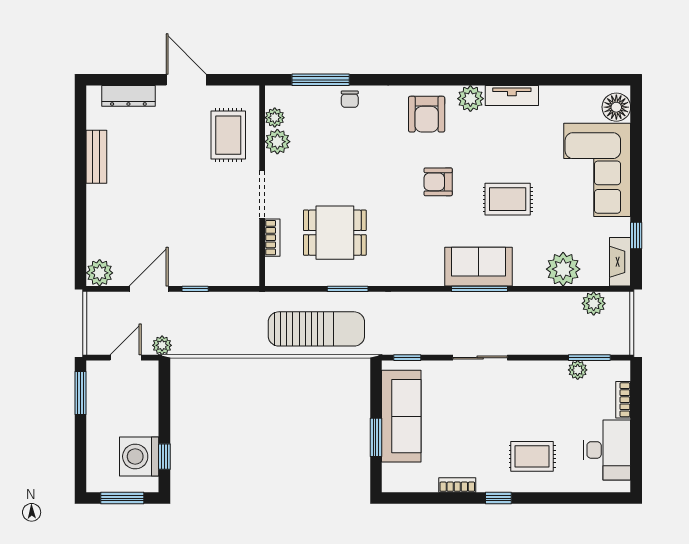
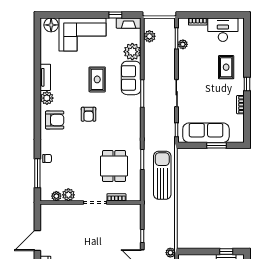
rug: (228, 135) -> (65, 219), removed
sofa: (479, 267) -> (131, 78), moved

